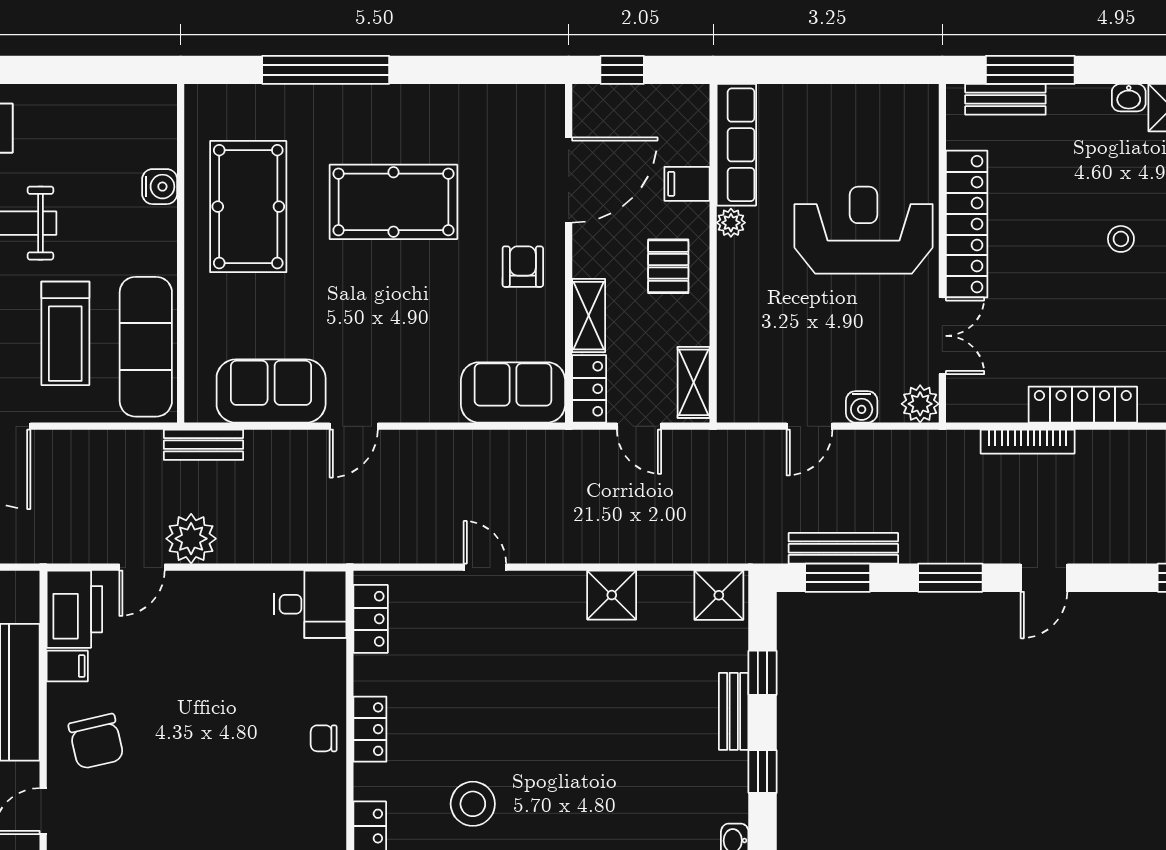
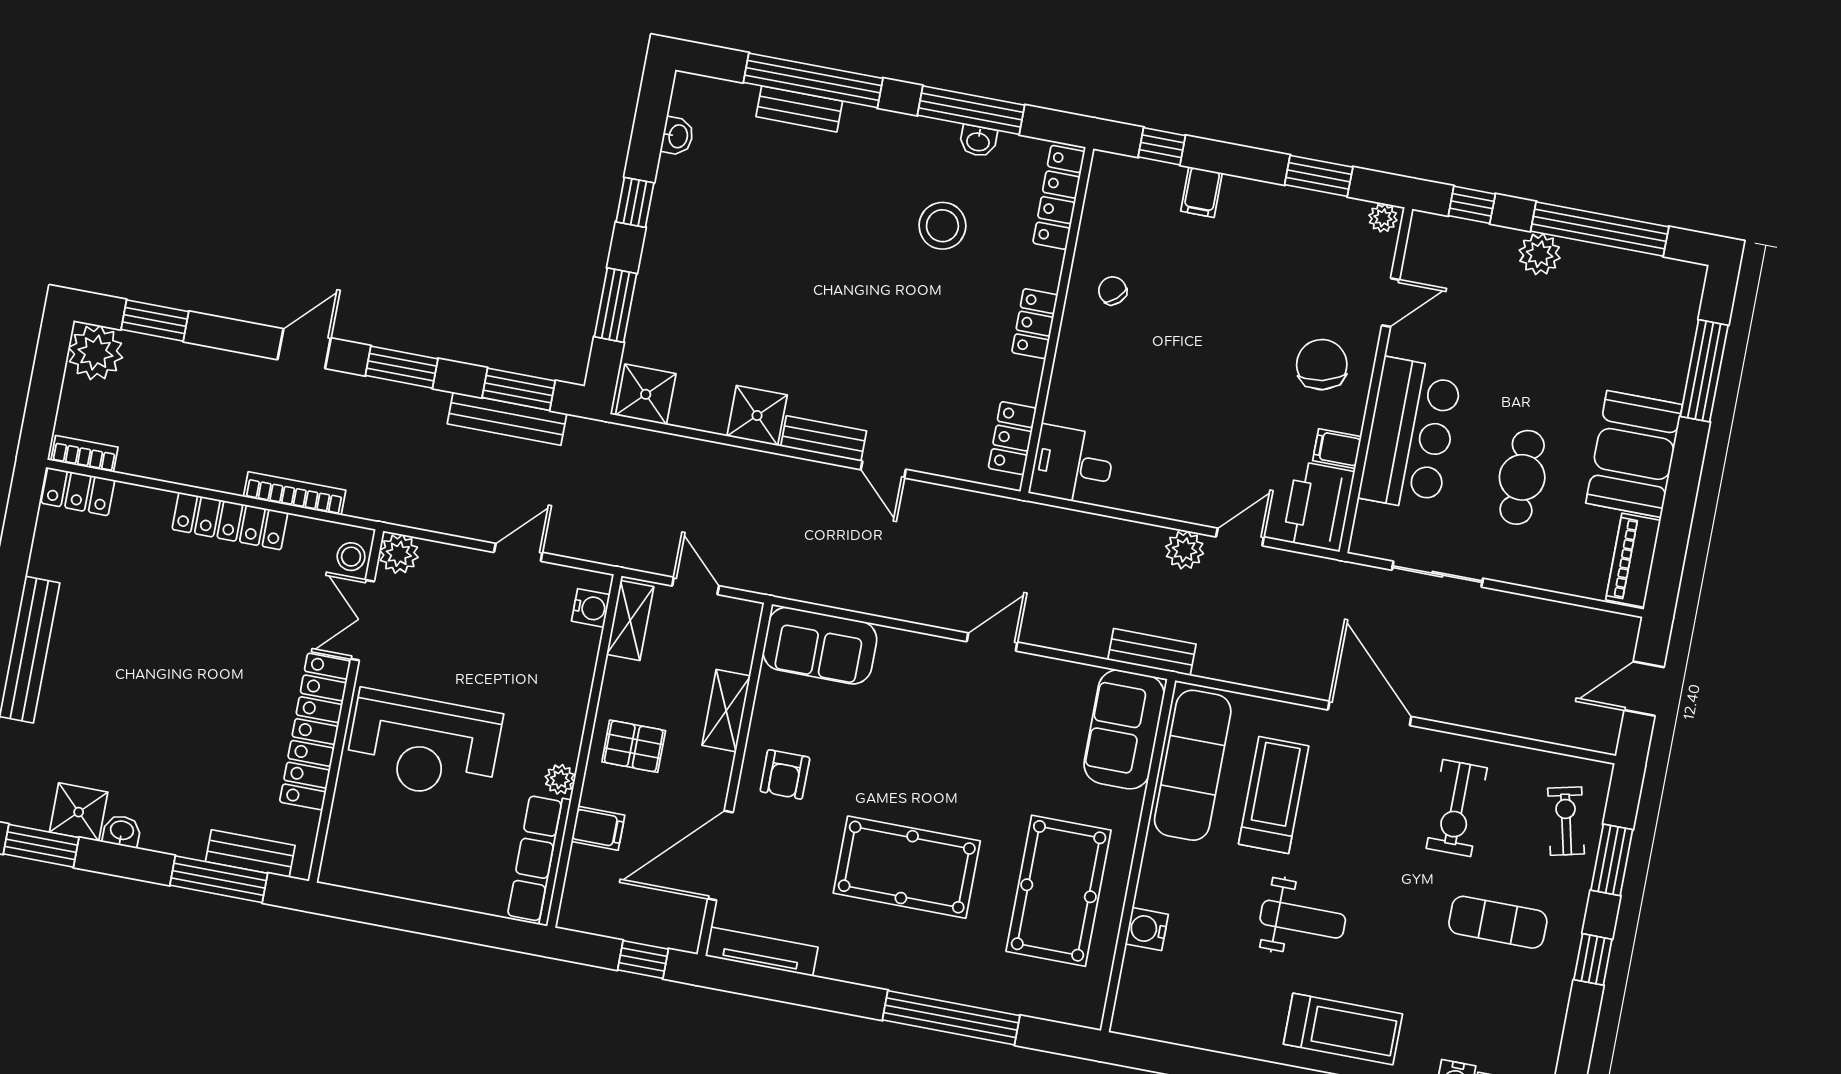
tv unit: (513, 98) -> (762, 952), added
stool: (1121, 239) -> (351, 557), moved
pallet: (668, 266) -> (634, 746), turned 90
locker: (589, 389) -> (740, 634), removed
sofa: (271, 391) -> (1124, 729), moved, turned 90
water cooler: (862, 407) -> (591, 608), moved, turned 90
plant: (191, 539) -> (1185, 550), width x0.73, depth x0.73
window: (763, 673) -> (616, 305), width x1.50
bench: (734, 711) -> (824, 439), moved, turned 90
chair: (324, 738) -> (1113, 291), moved, turned -133

